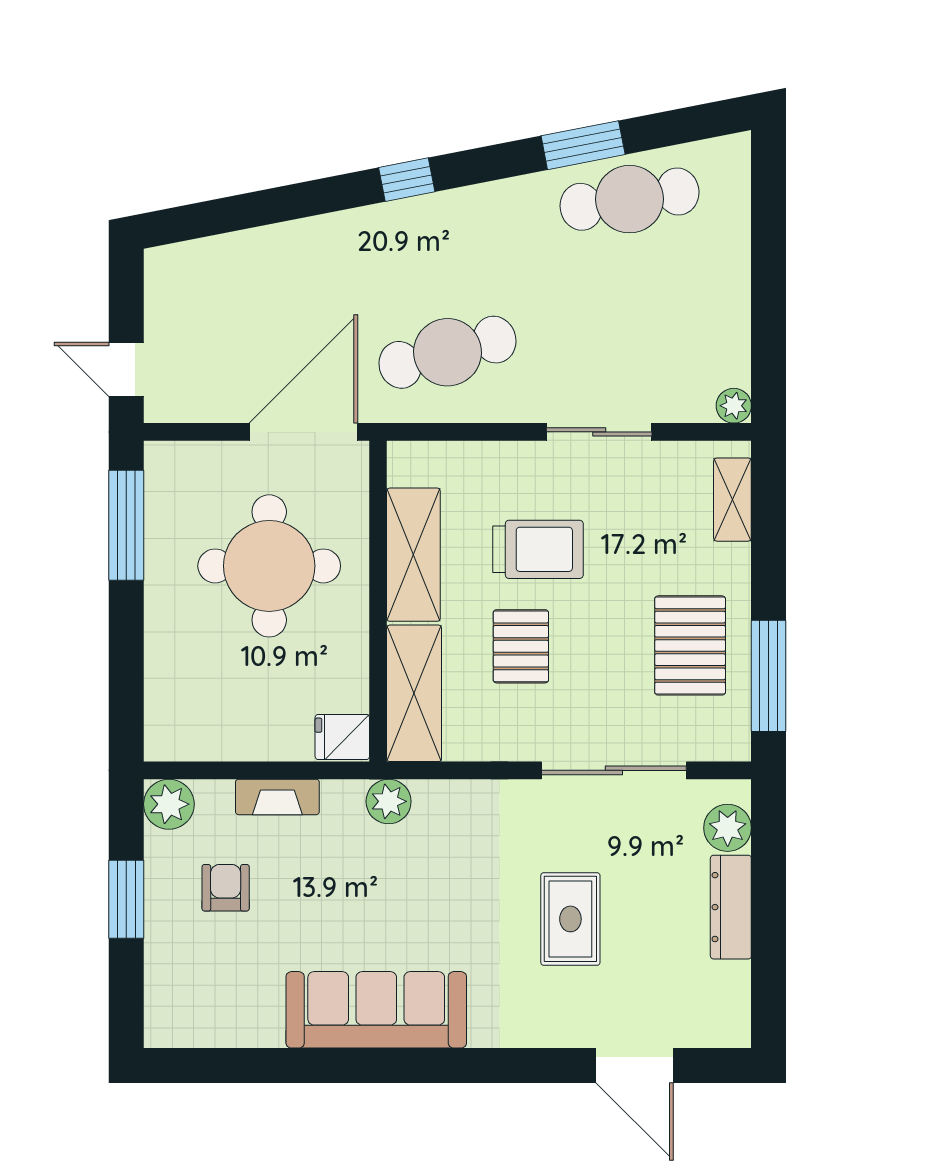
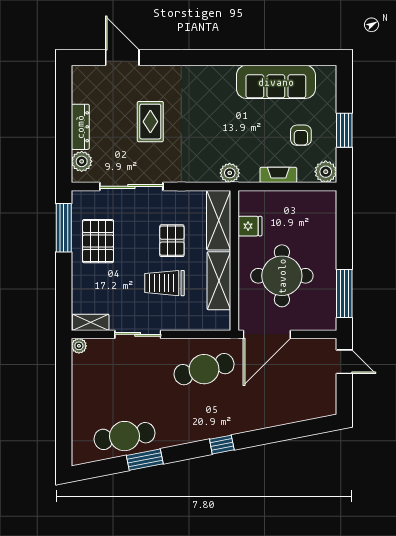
shelving: (732, 500) -> (91, 322), moved, turned 90
fridge: (342, 737) -> (250, 226), moved
sofa: (376, 1010) -> (276, 82), moved

